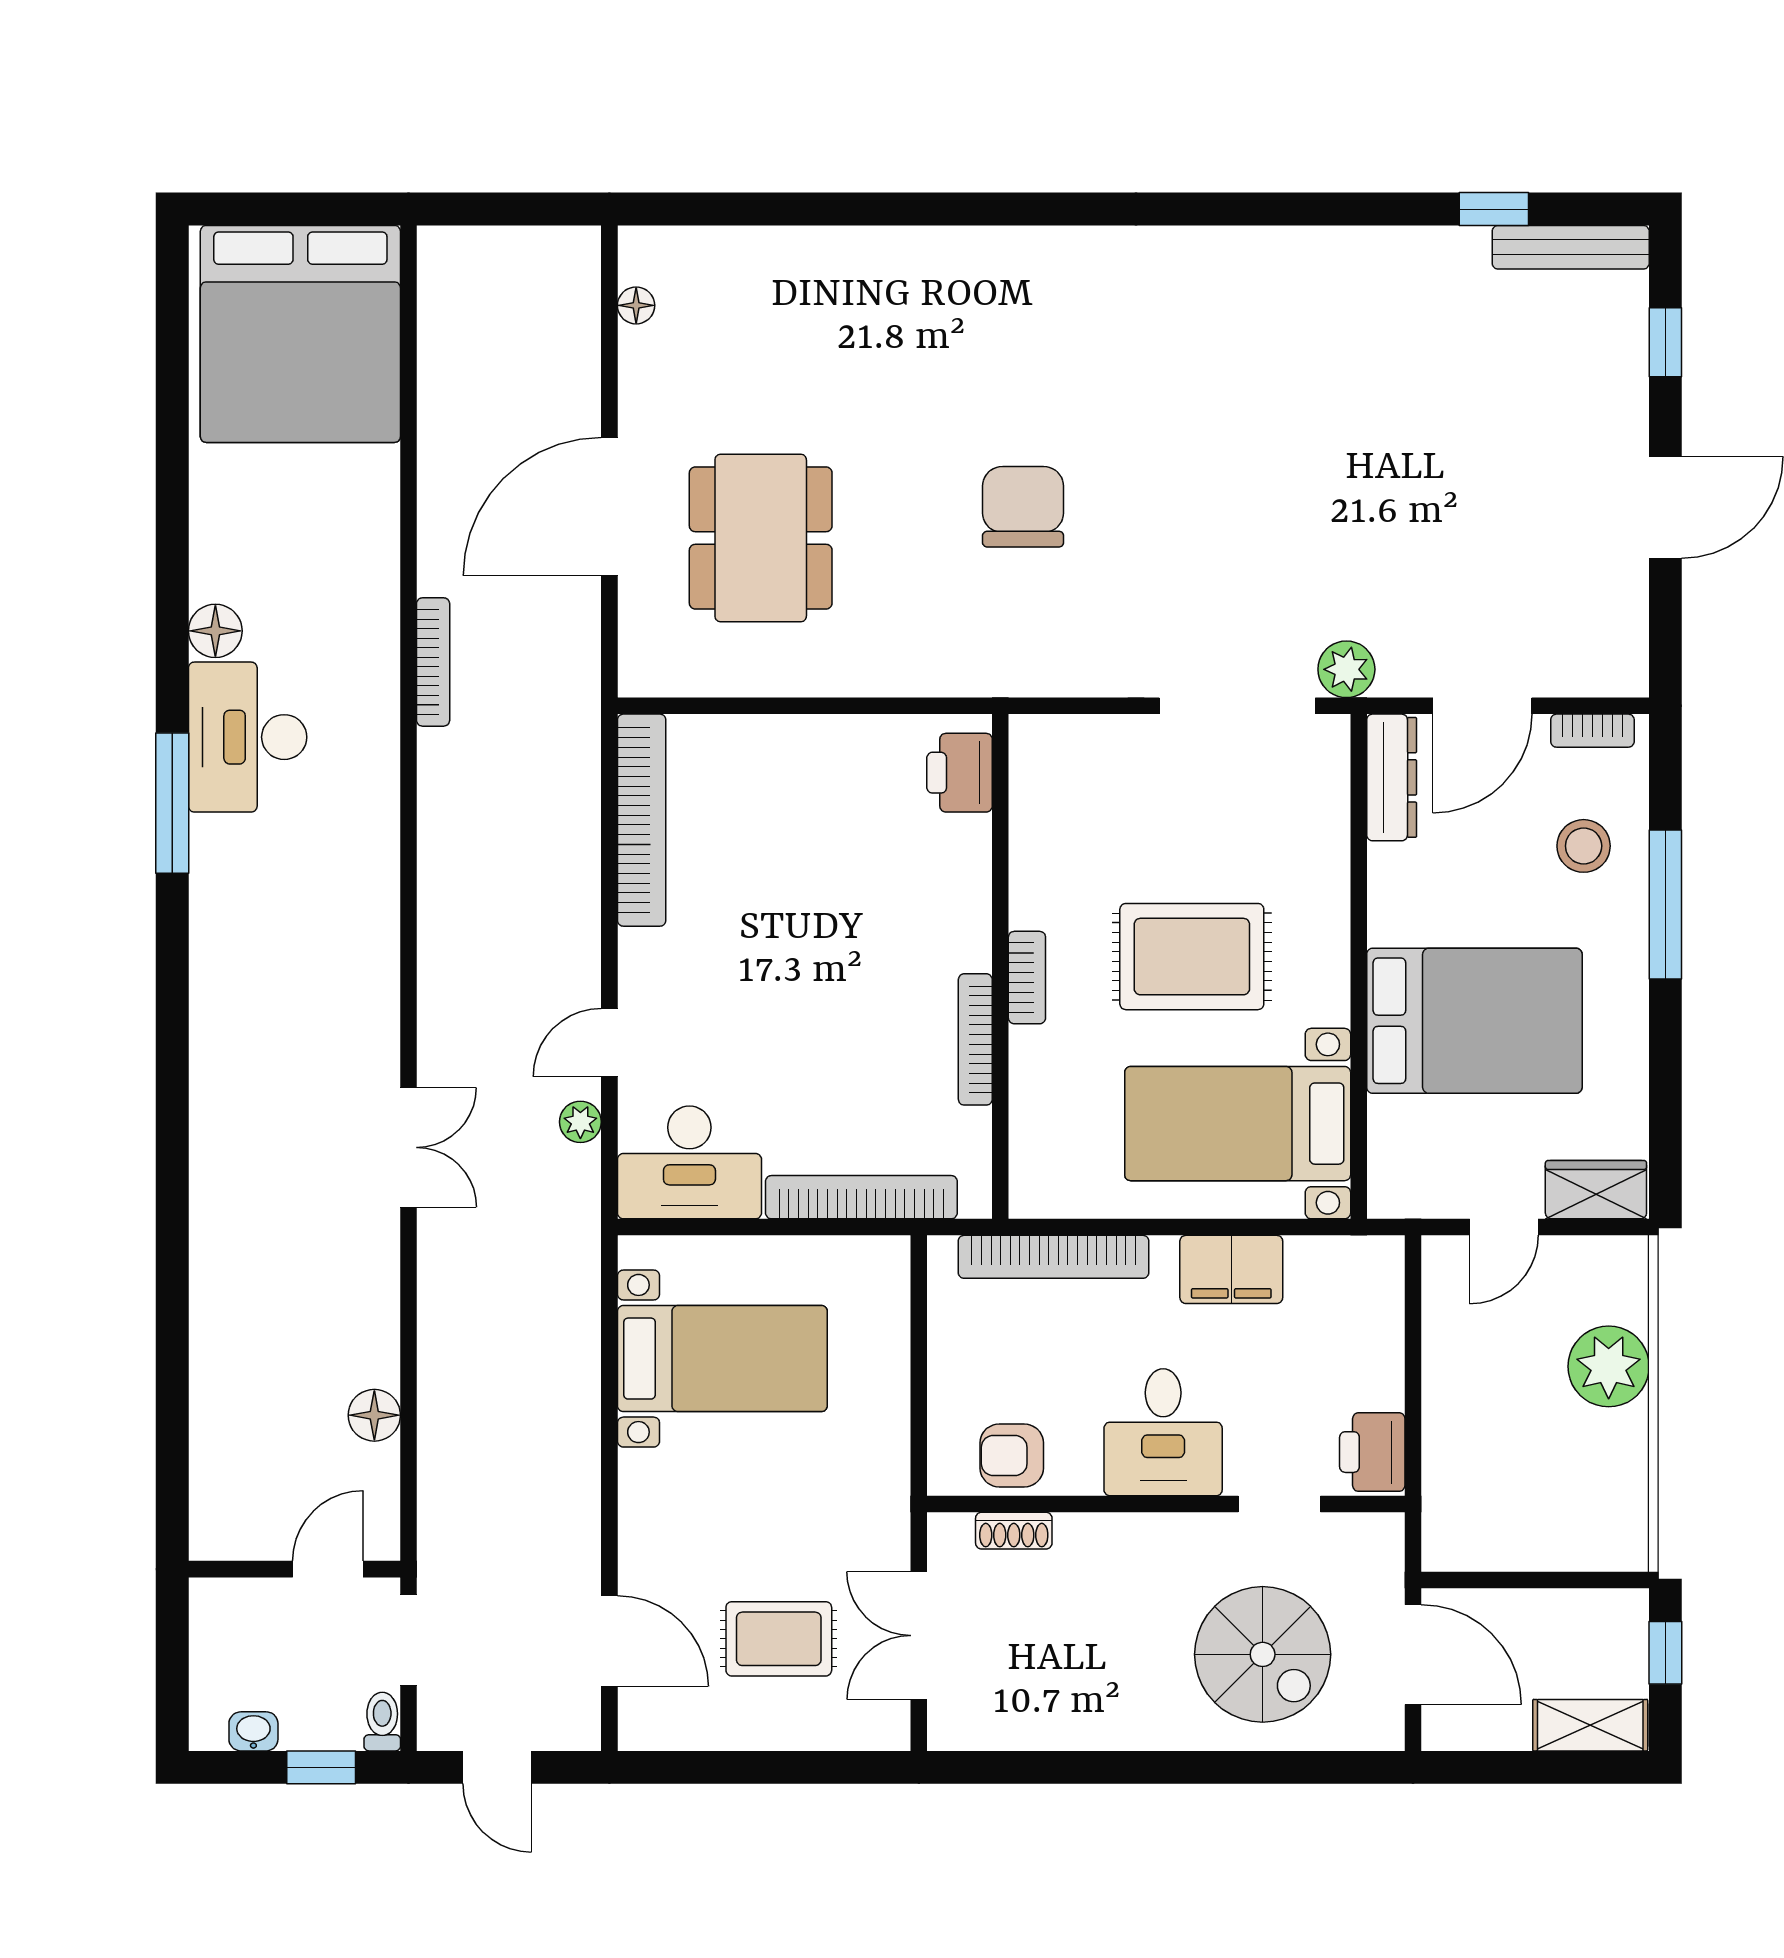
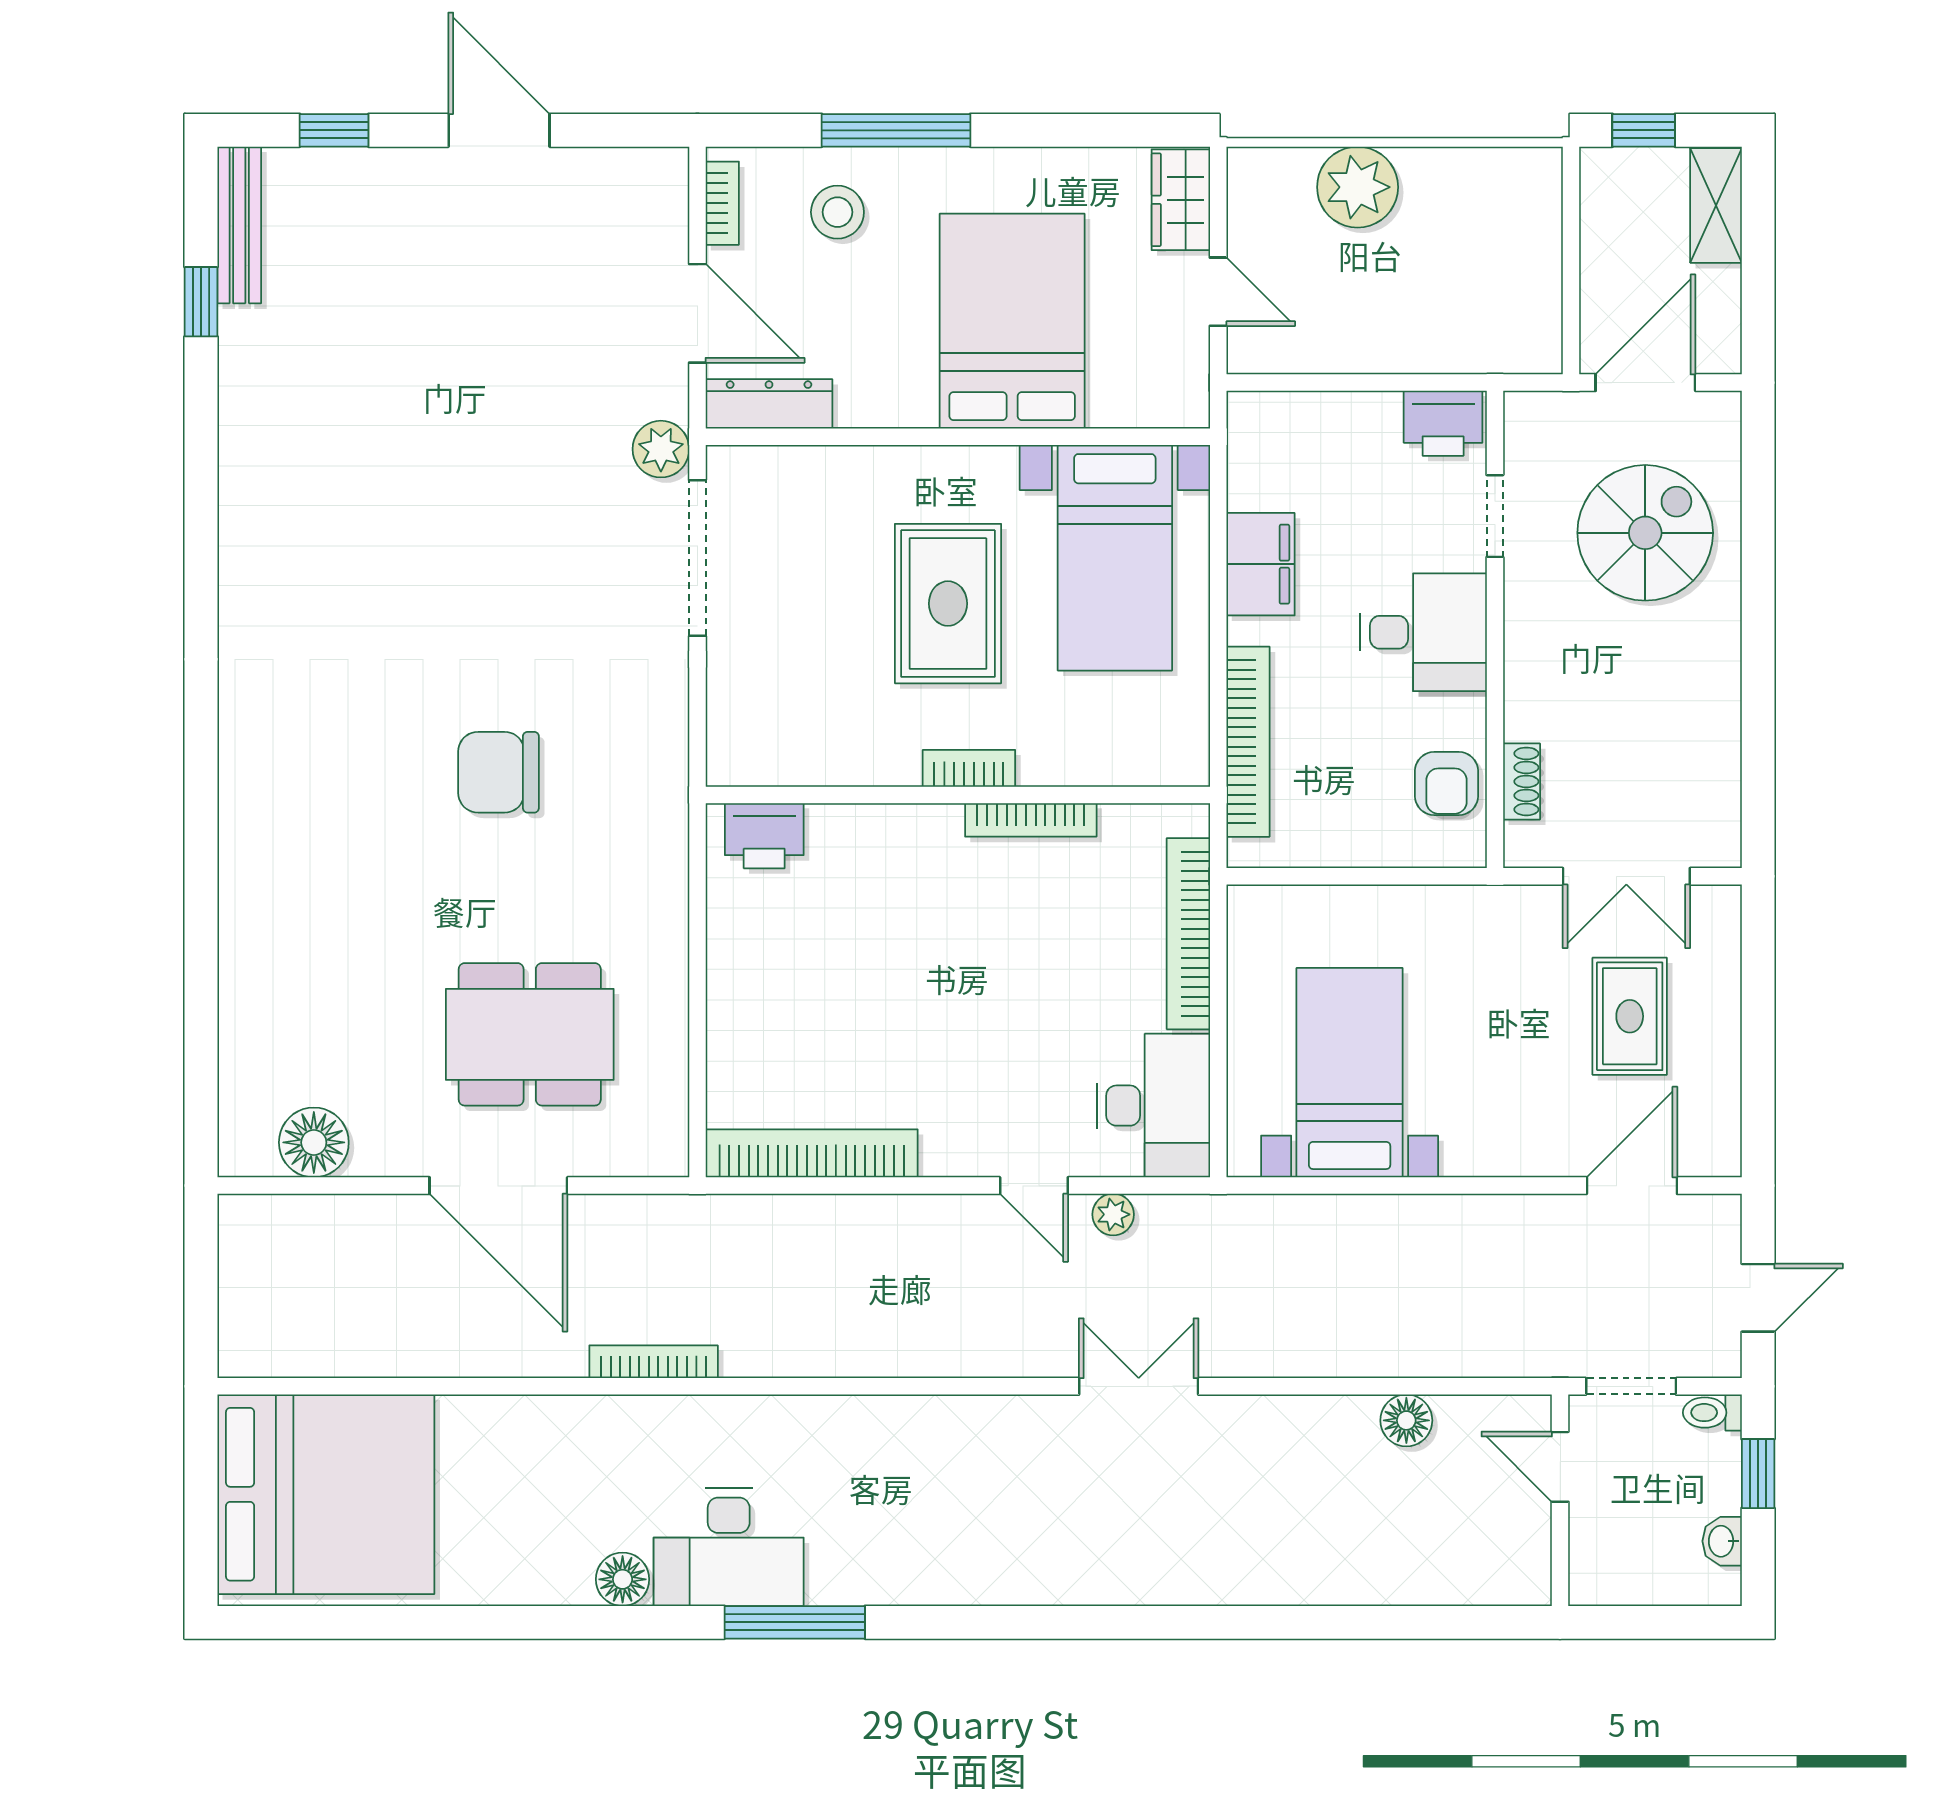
floor lamp: (636, 305) -> (314, 1142), width x1.89, depth x1.89

